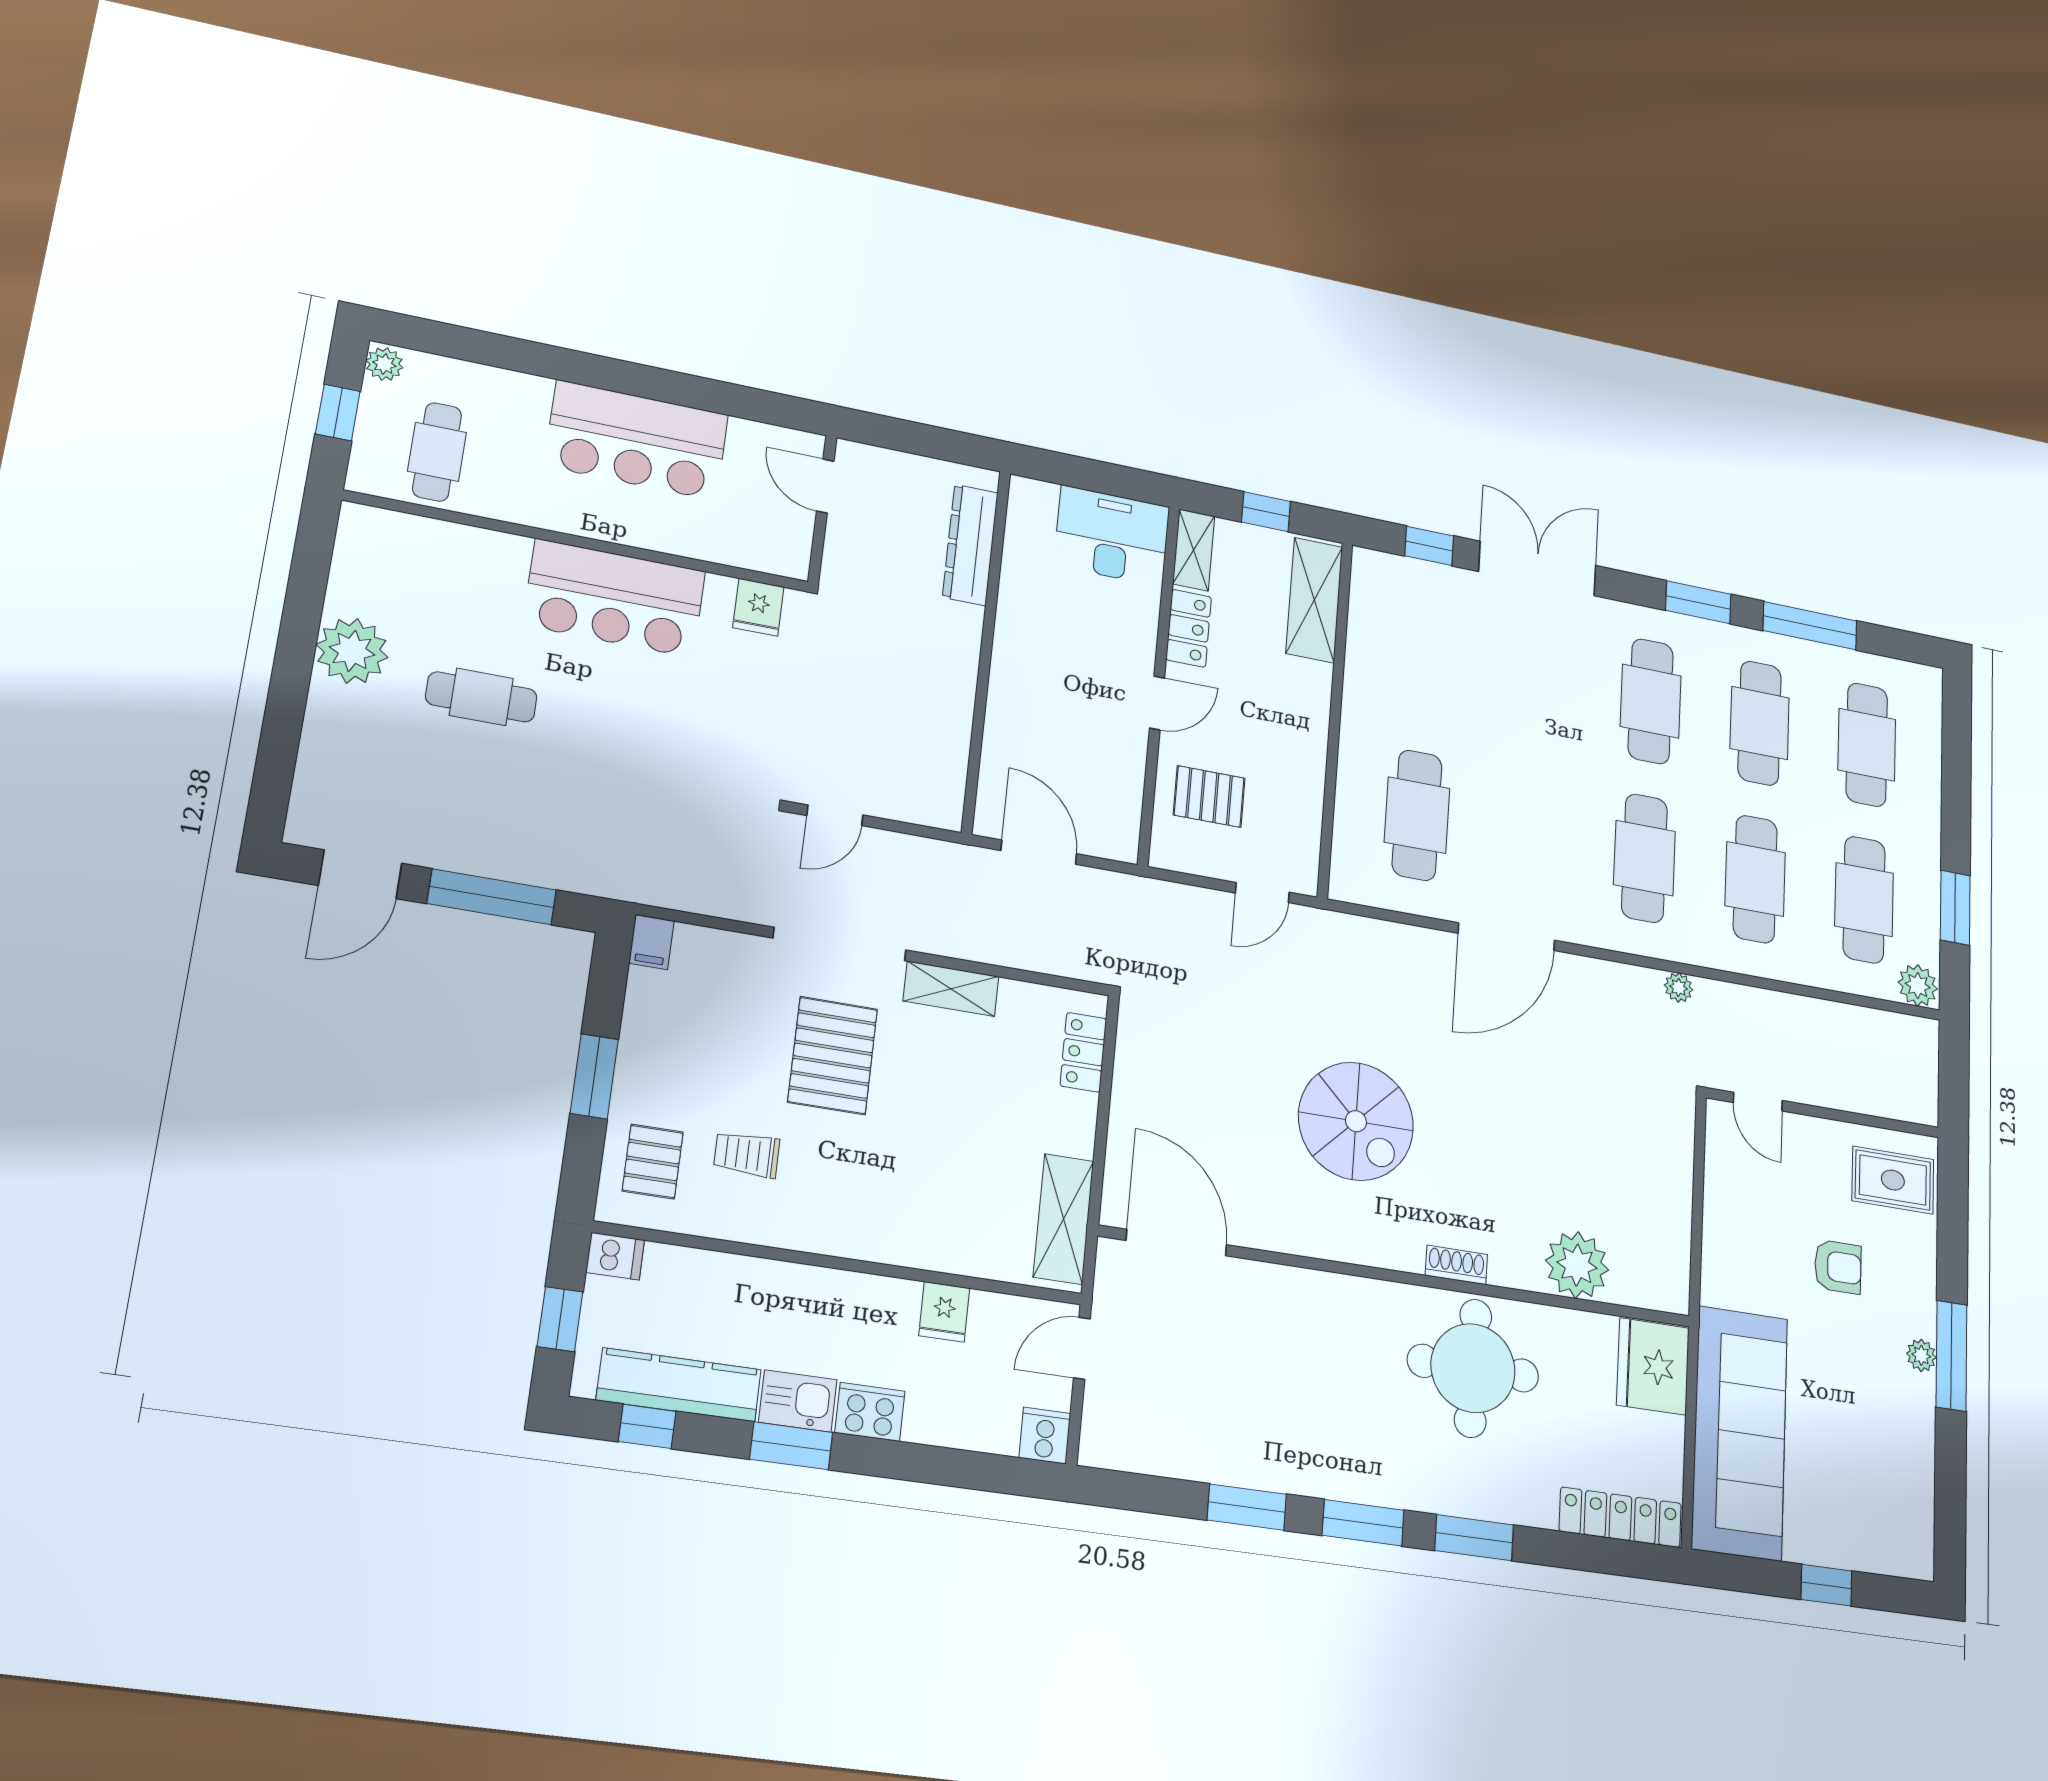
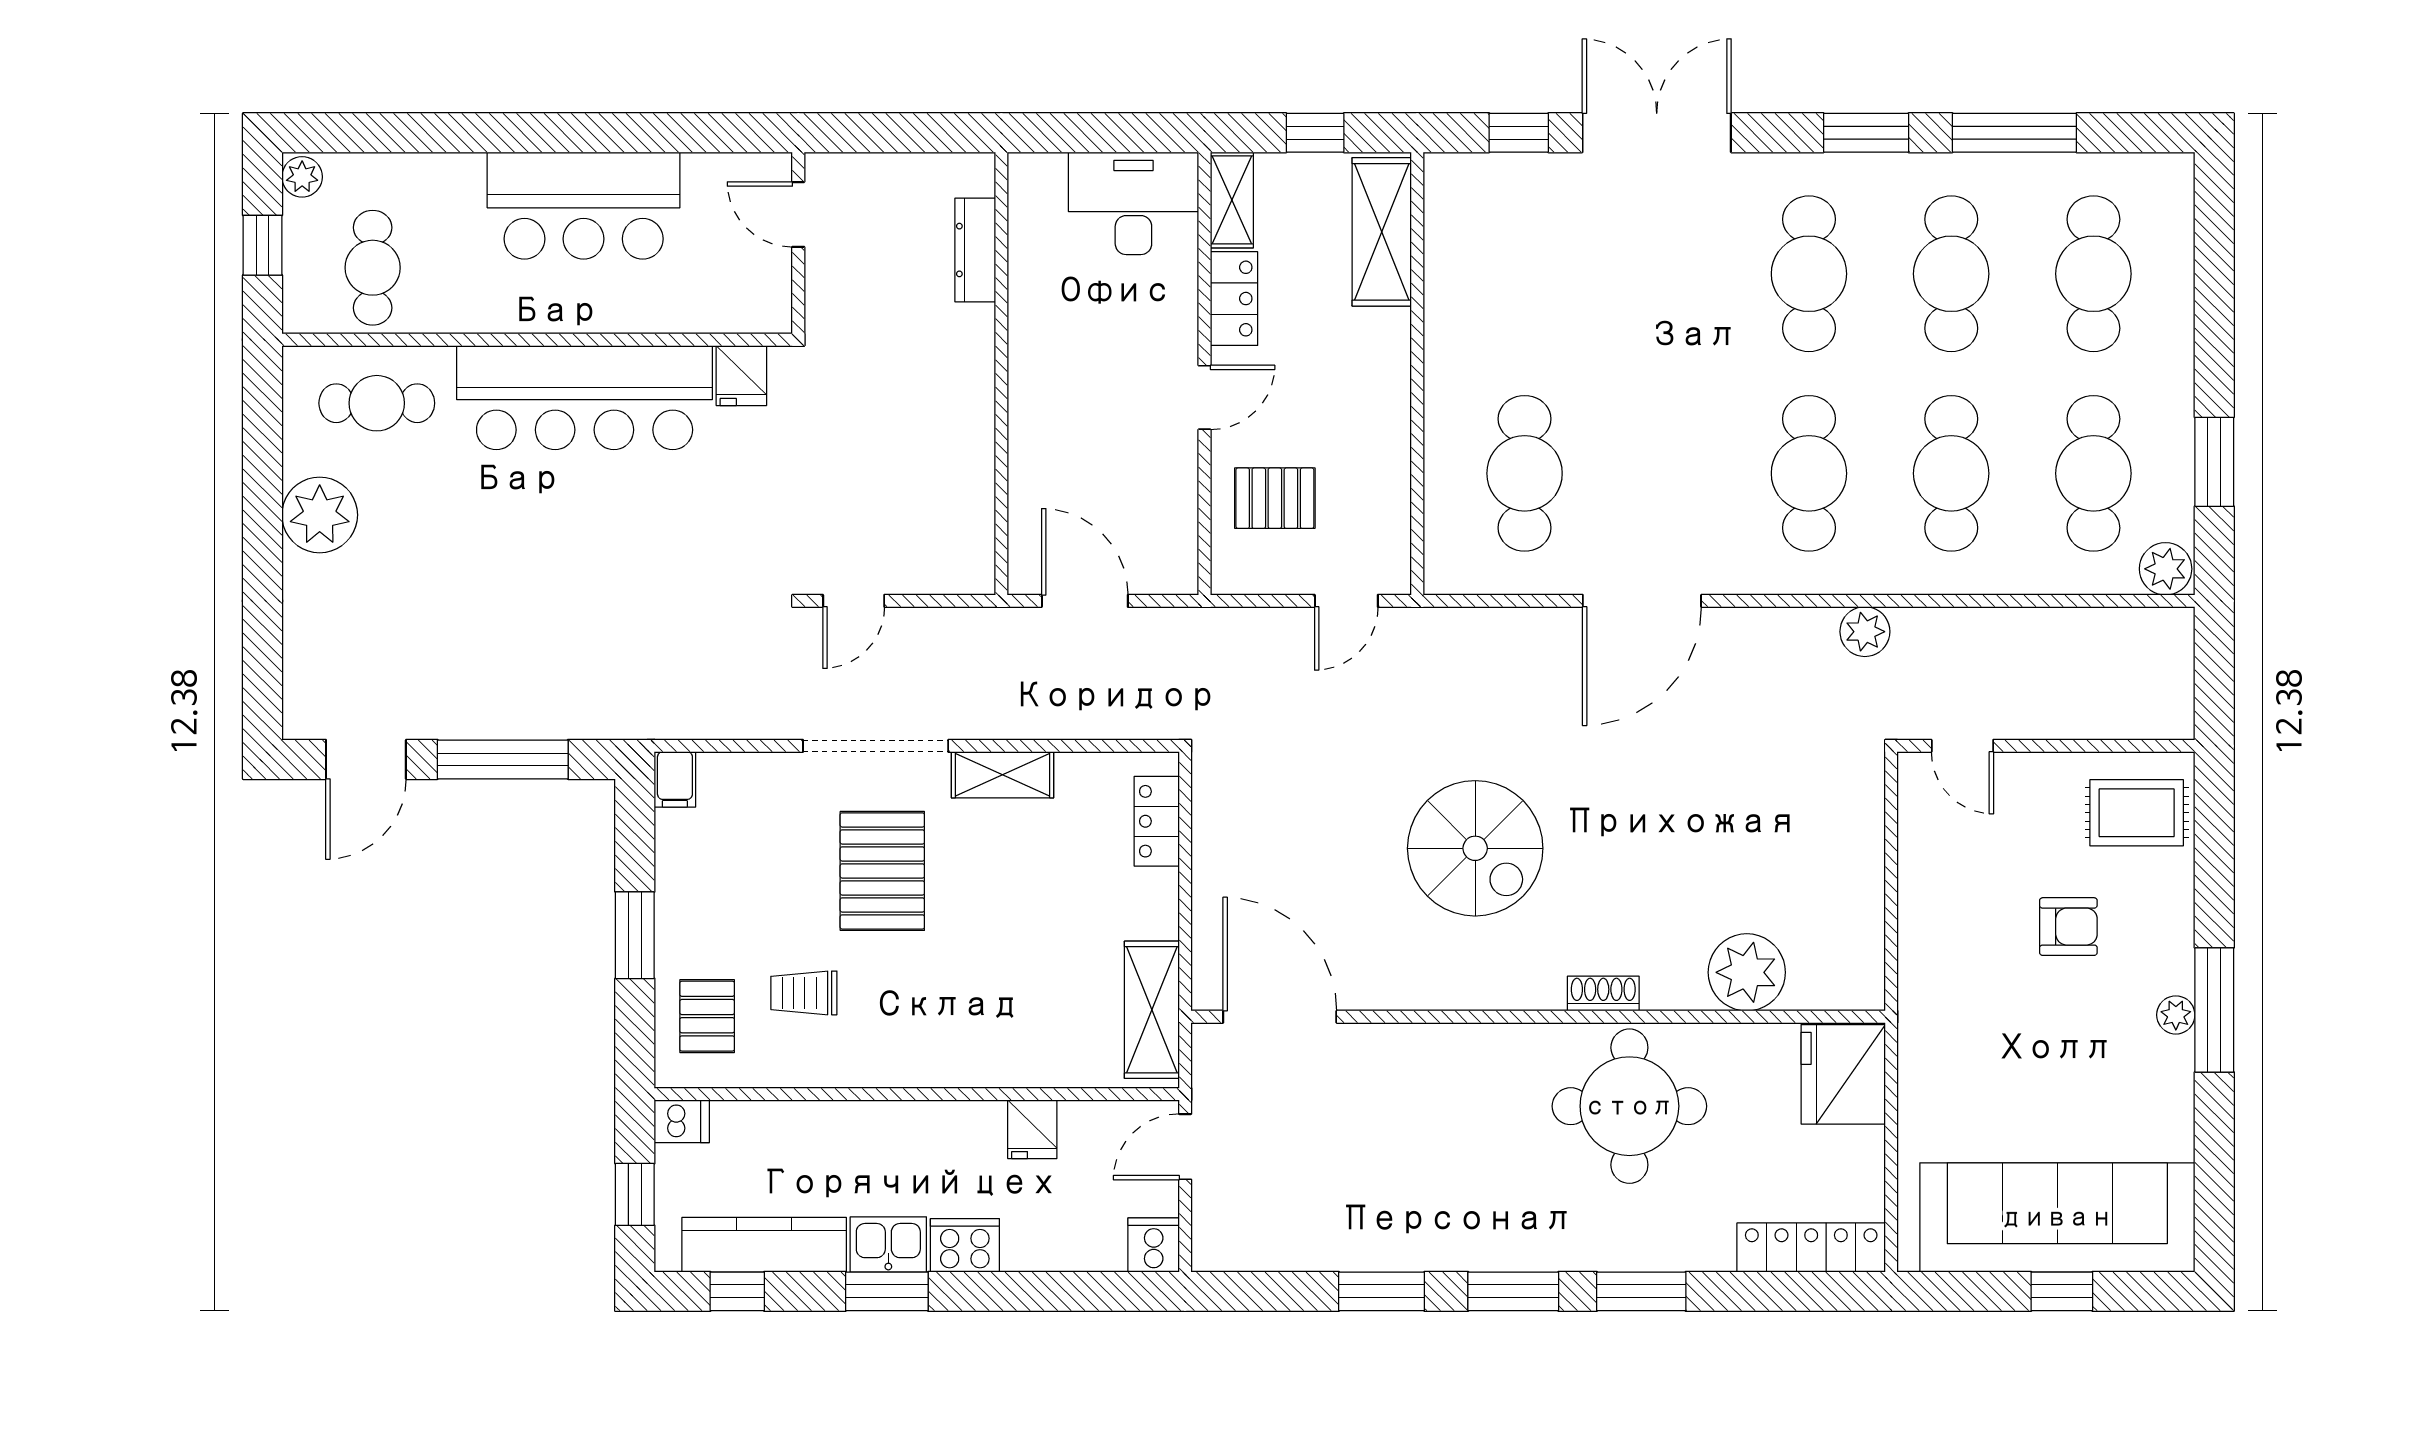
dresser: (970, 545) -> (975, 250), width x0.73, depth x0.80
bar counter: (615, 598) -> (585, 398), width x1.36
cafe table: (481, 697) -> (377, 403), moved
plant: (1679, 987) -> (1865, 632), width x1.38, depth x1.38
sofa: (1740, 1433) -> (2057, 1217), moved, turned -90

